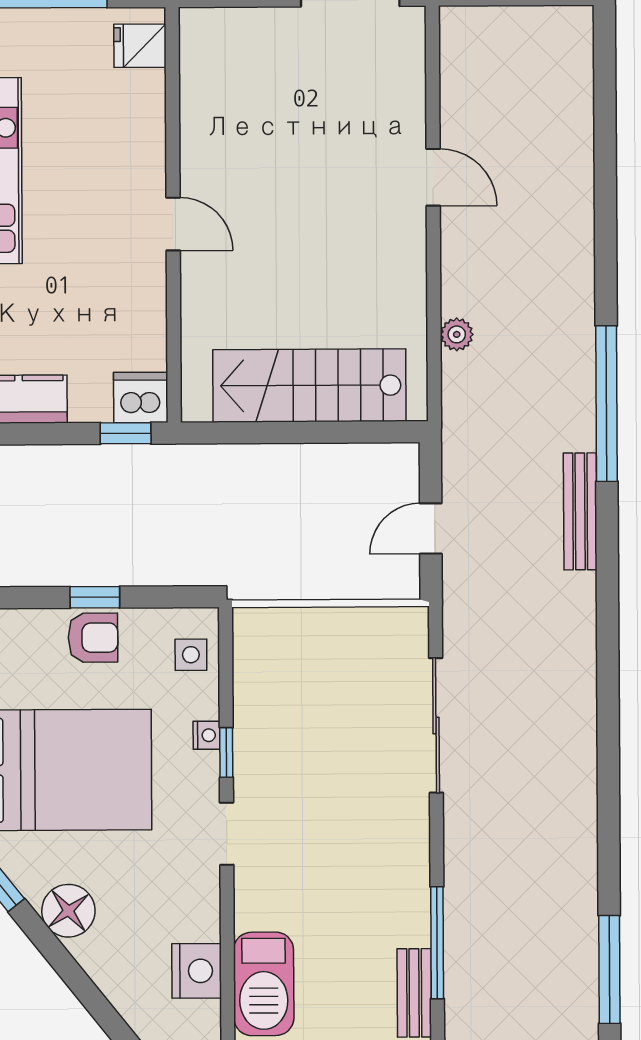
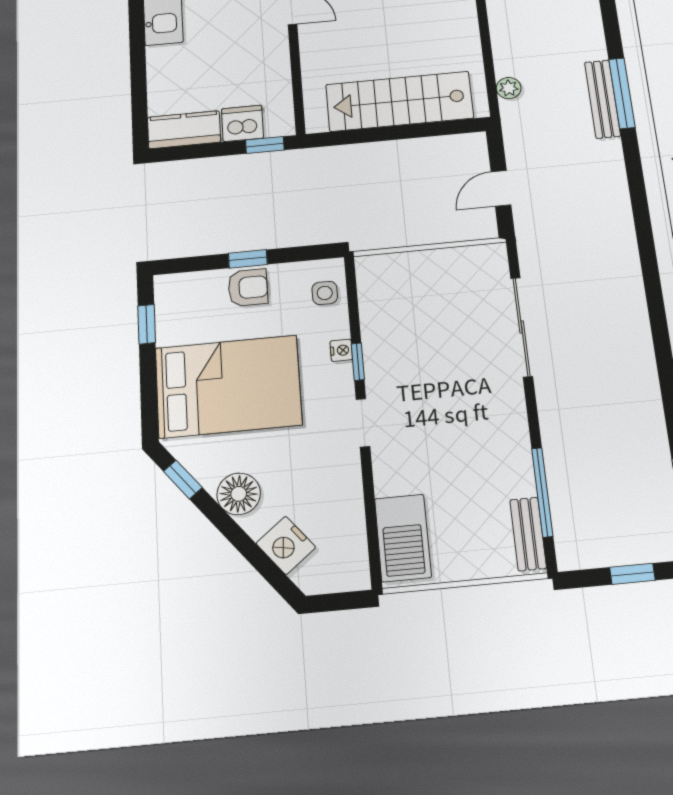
plant: (457, 334) -> (509, 88), moved
dishwasher: (141, 397) -> (242, 123), moved
window: (606, 404) -> (622, 93), width x0.68
bench: (580, 511) -> (602, 99), moved
nightstand: (197, 971) -> (286, 545), moved, turned 141

